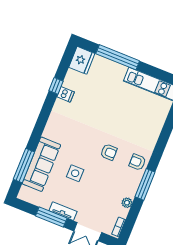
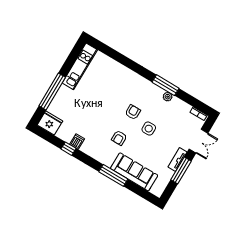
armchair: (137, 162) -> (119, 138), moved
window: (24, 166) -> (113, 175), moved
side table: (75, 173) -> (149, 129), moved
plant: (127, 203) -> (168, 97), moved

